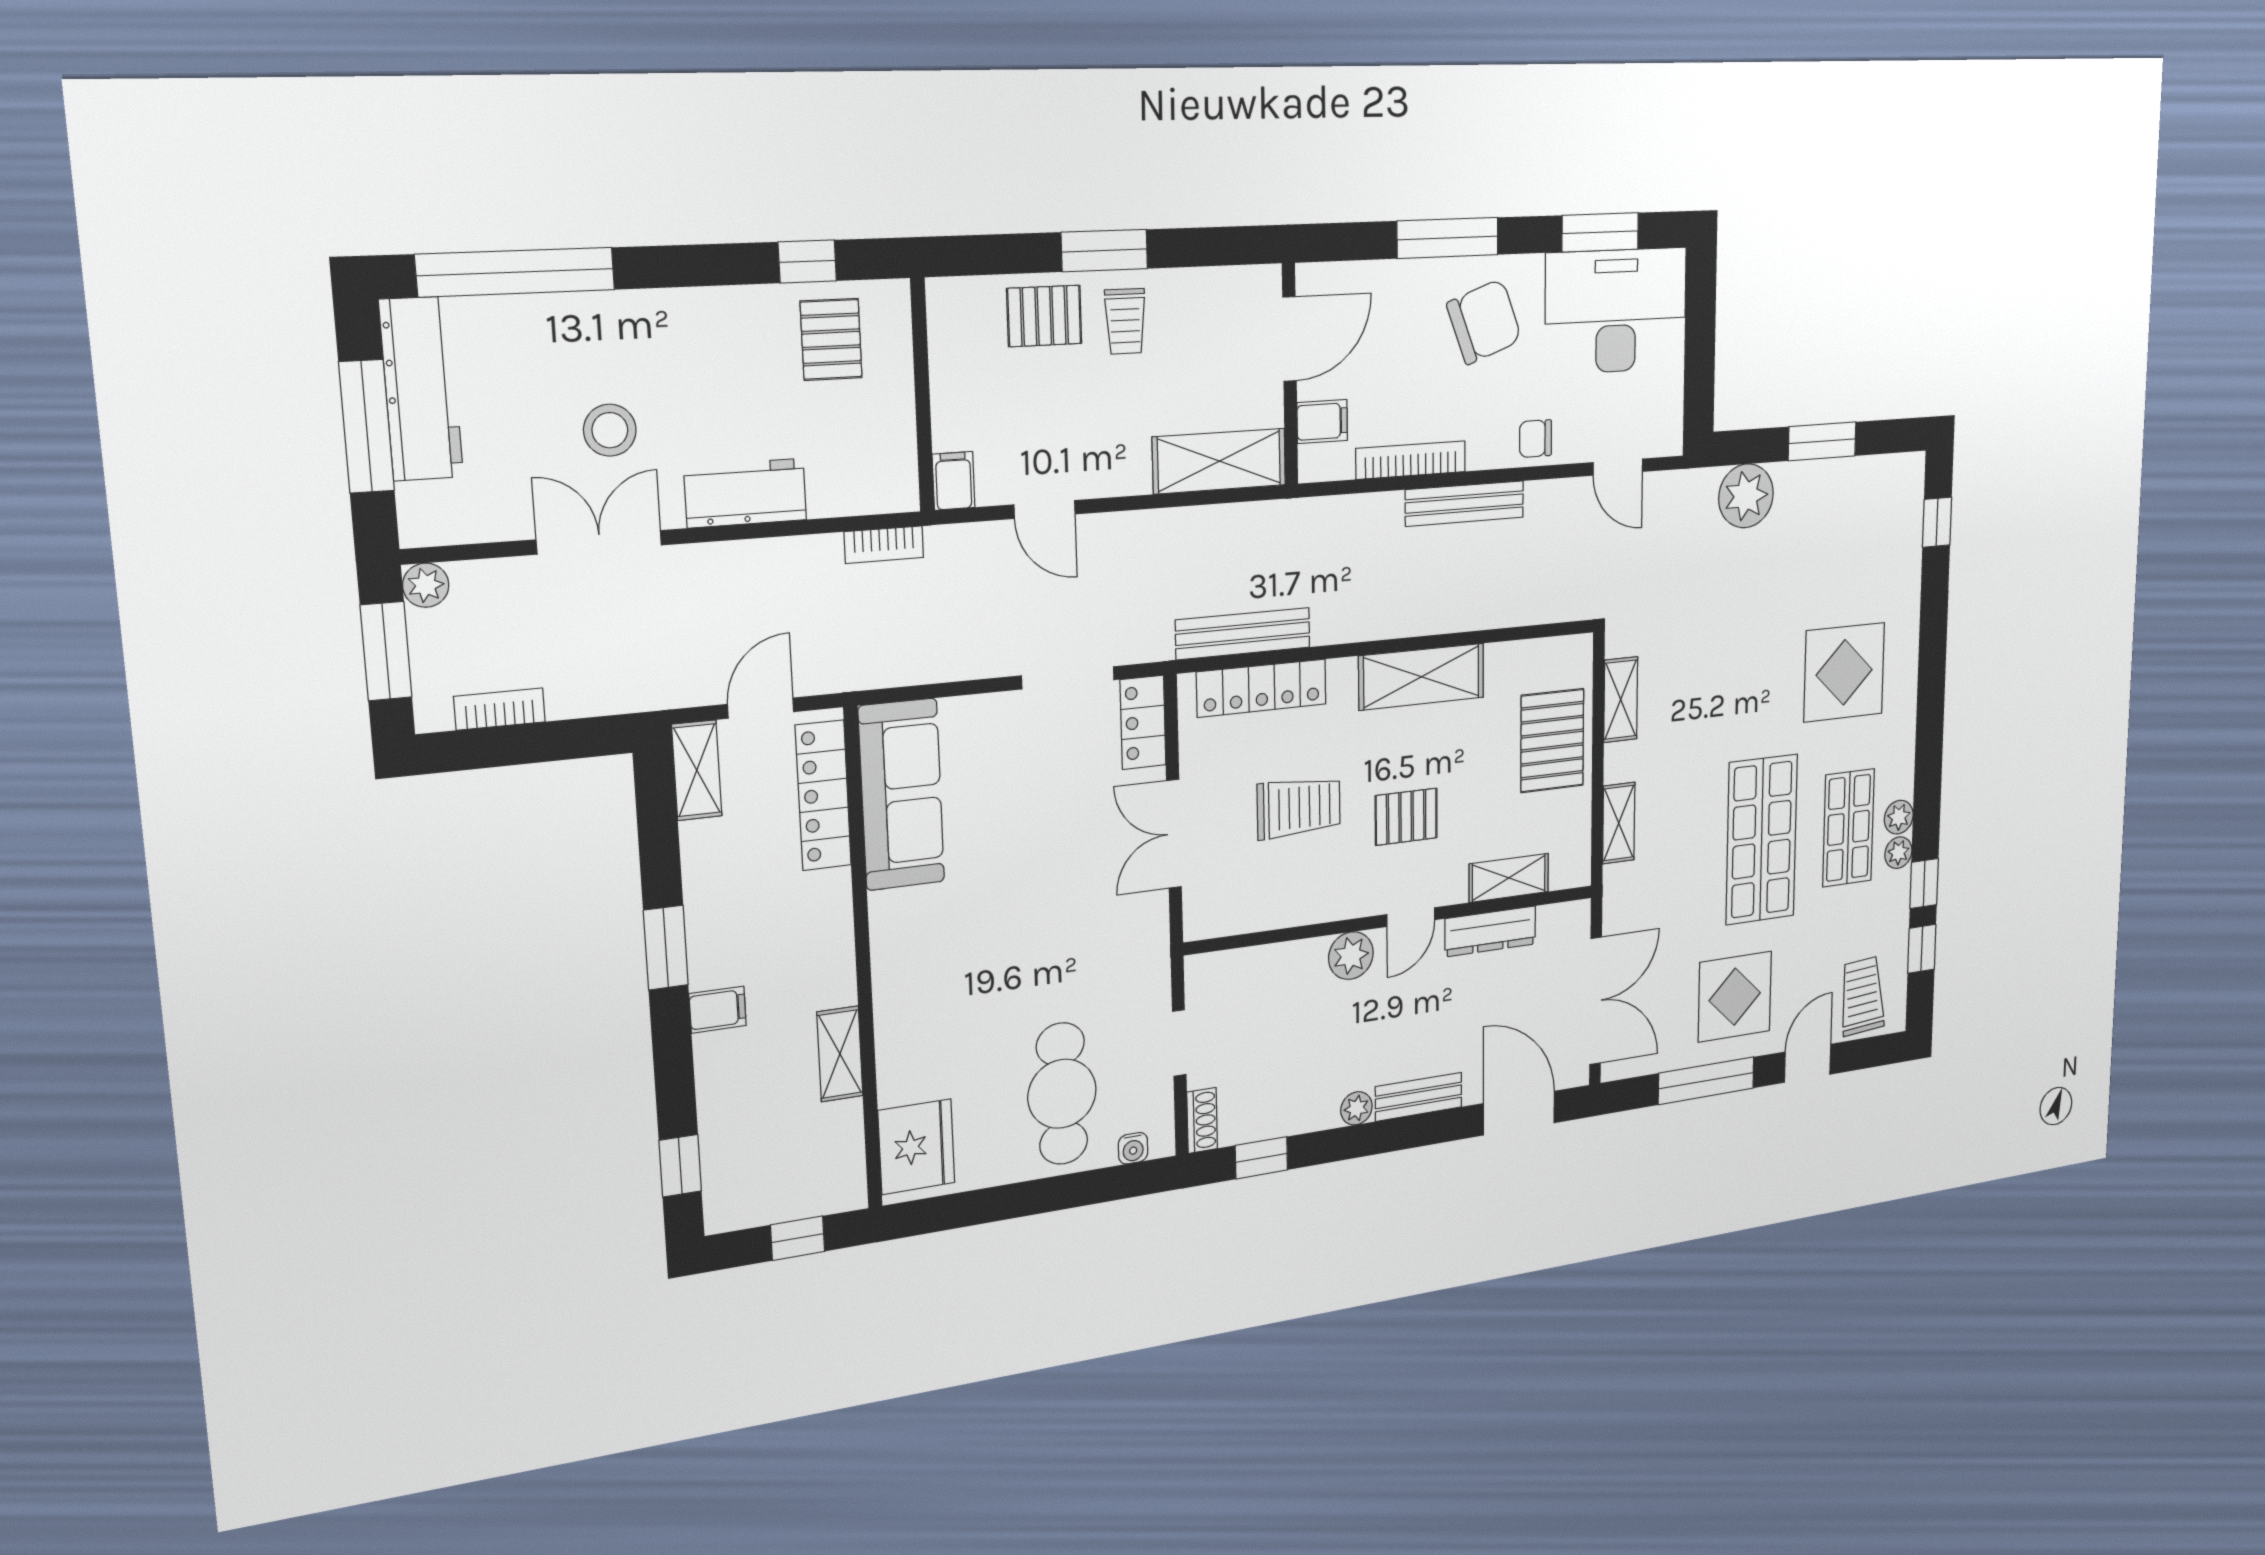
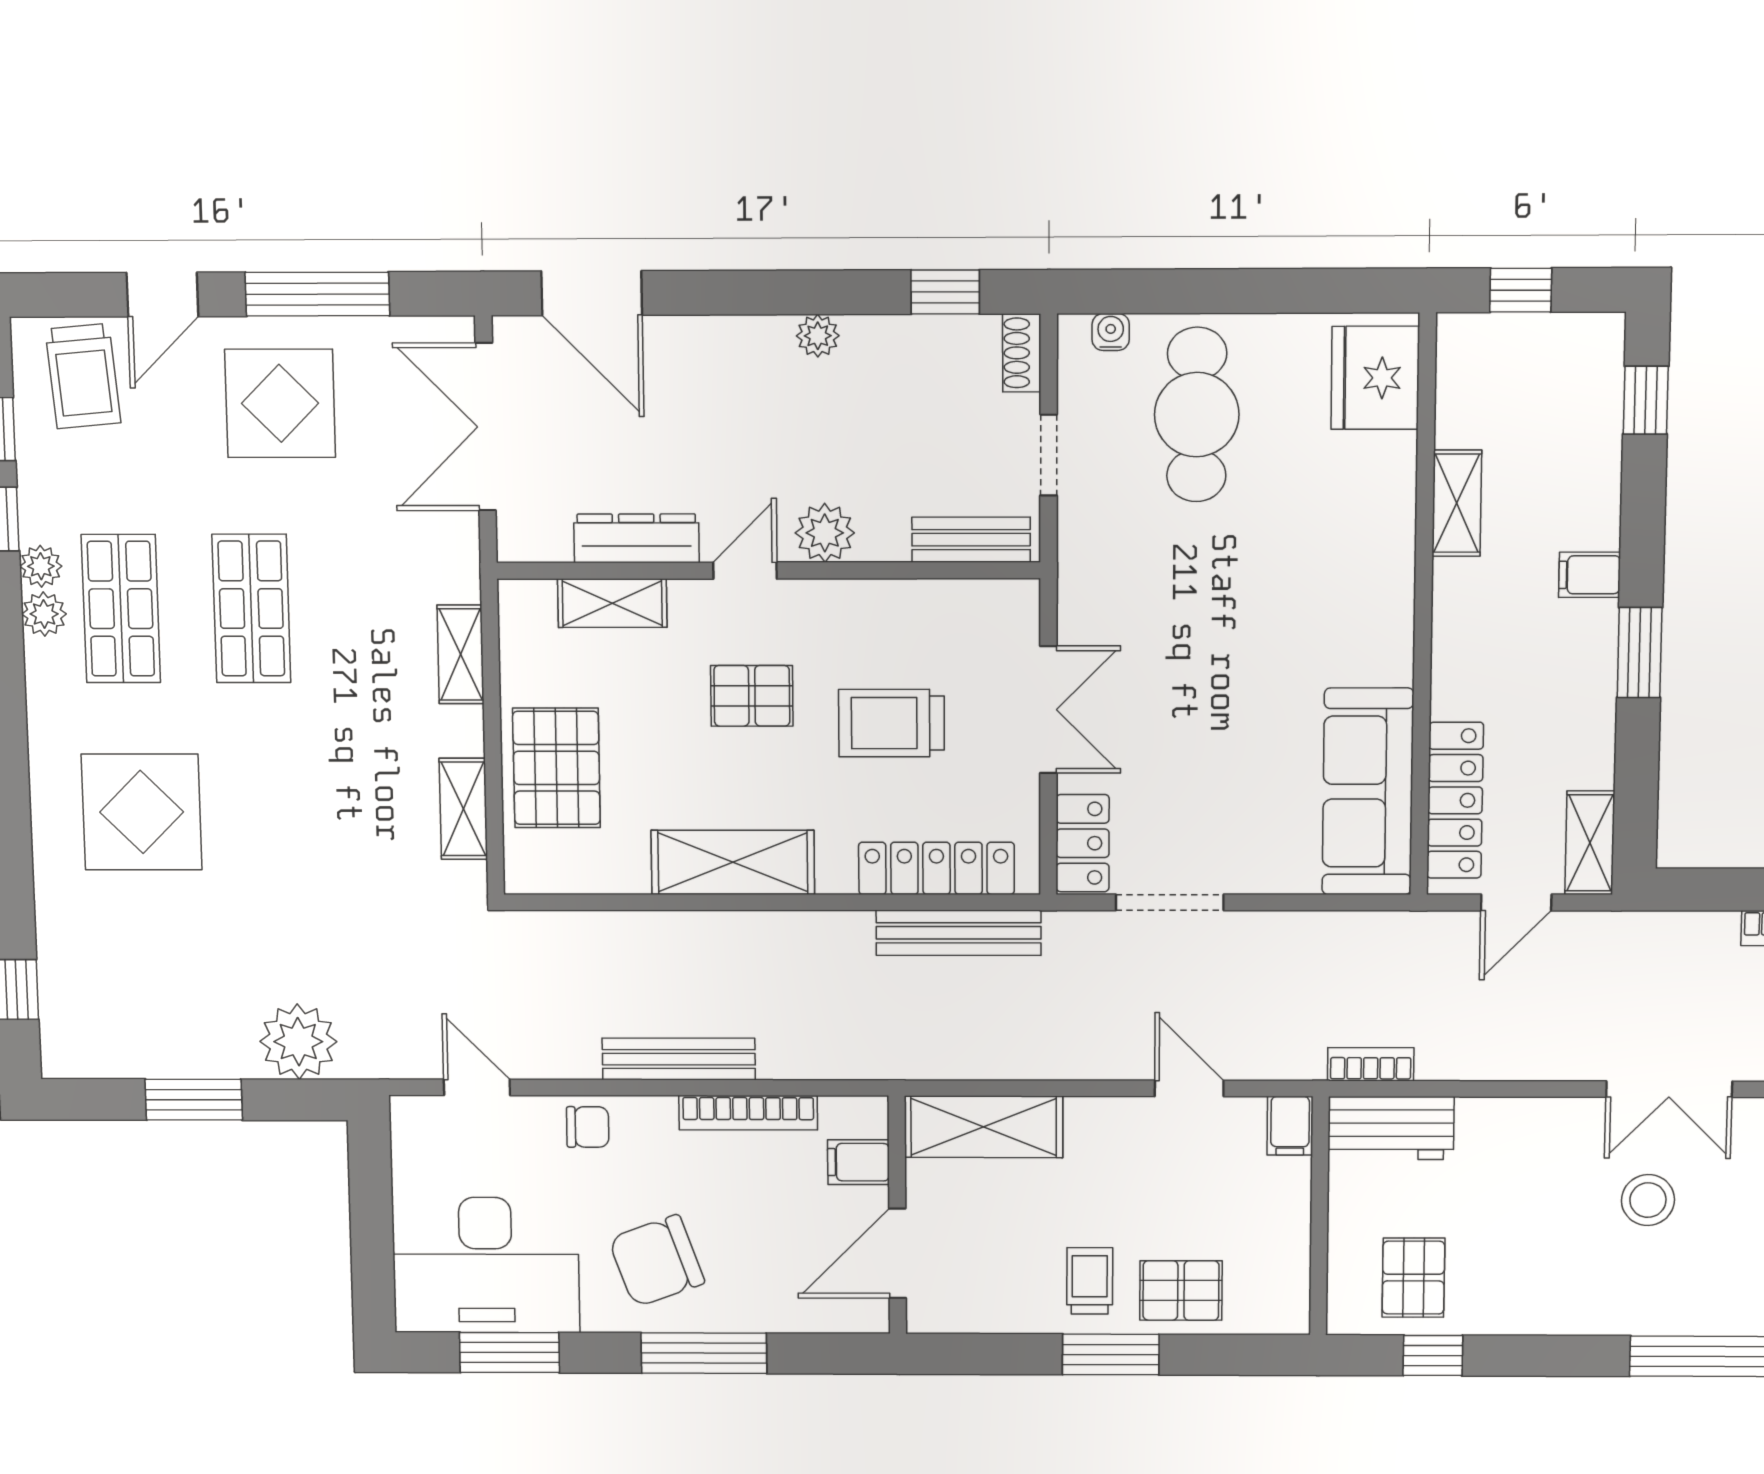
workbench: (745, 493) -> (1391, 1128), moved
shop shelf: (1762, 840) -> (251, 609), width x0.70, depth x0.74
bench: (1419, 1097) -> (971, 540), moved

